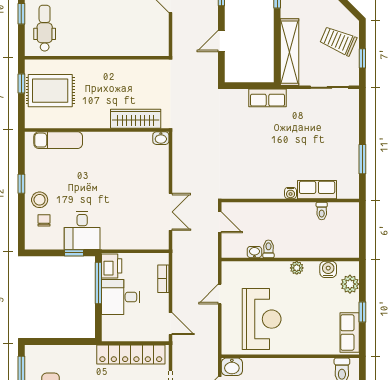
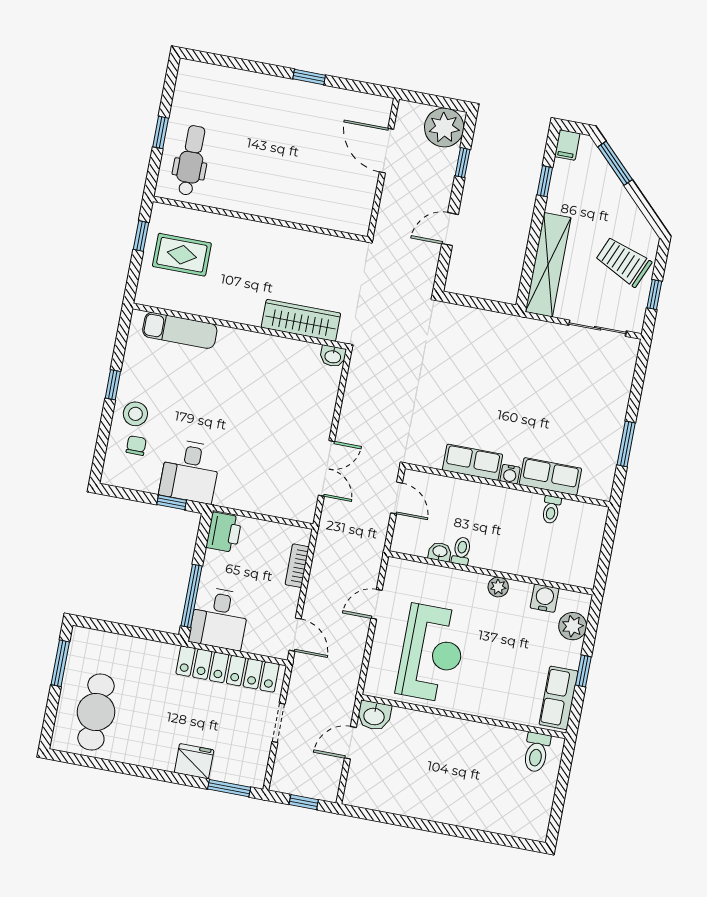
rug: (50, 91) -> (182, 255), width x0.73, depth x0.70
row of seats: (267, 98) -> (472, 462), moved, turned 180
window: (98, 283) -> (191, 596), moved
desk: (121, 297) -> (219, 618), moved, turned -90

